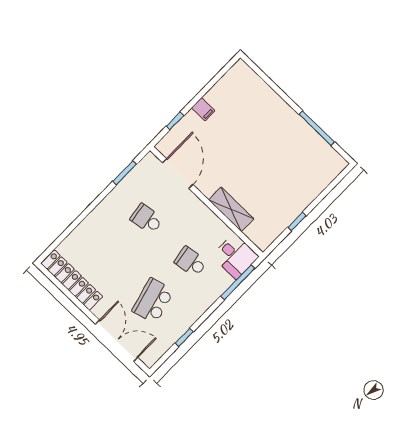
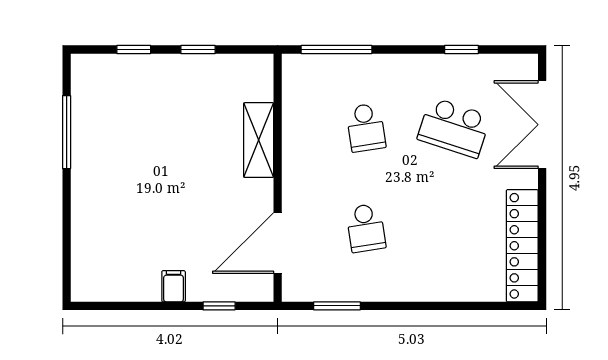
window: (325, 193) -> (134, 50), added
desk: (235, 256) -> (309, 82), removed
school desk: (153, 301) -> (454, 128), turned 33

